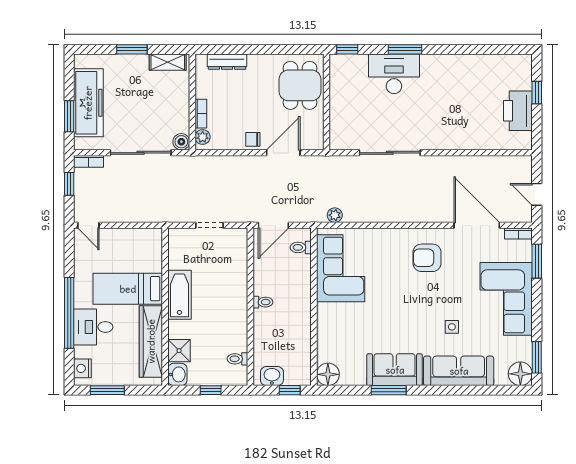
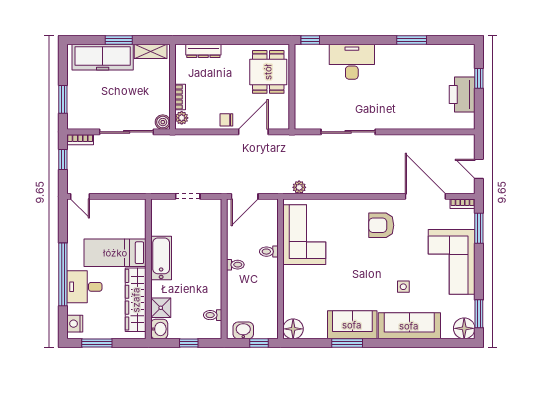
window: (405, 49) -> (412, 40), moved
freezer: (88, 103) -> (103, 57), moved, turned 90
toilet: (301, 247) -> (269, 252), moved

